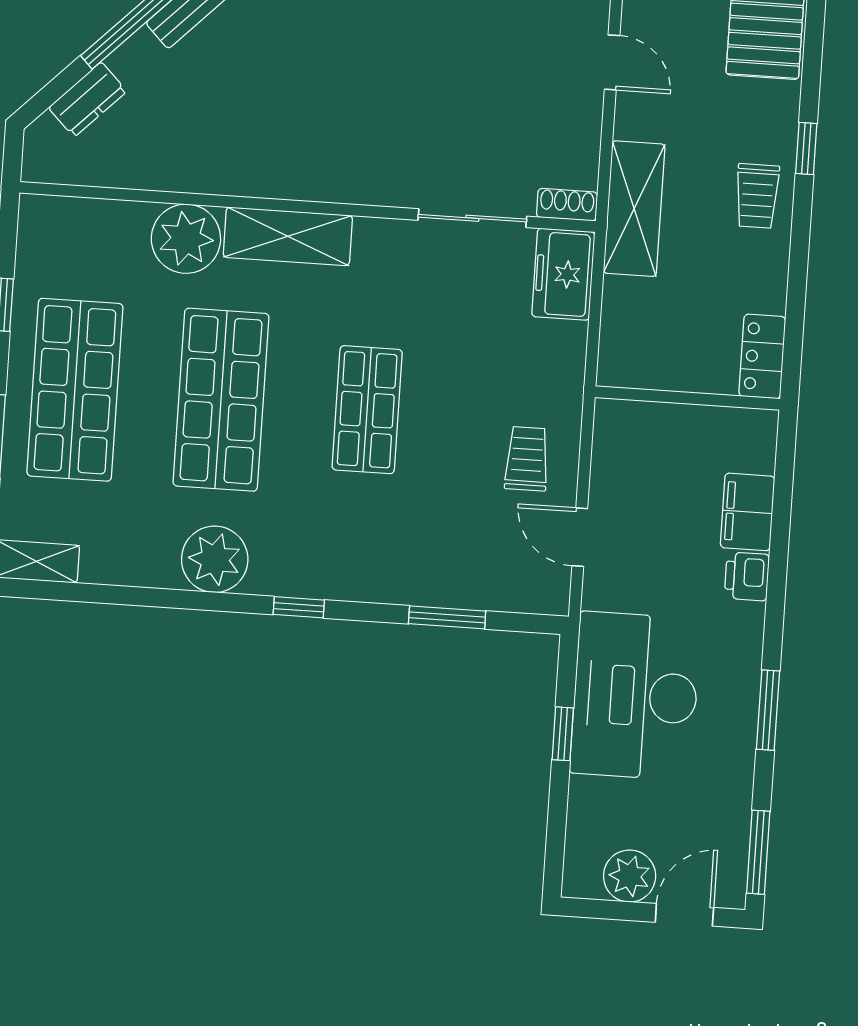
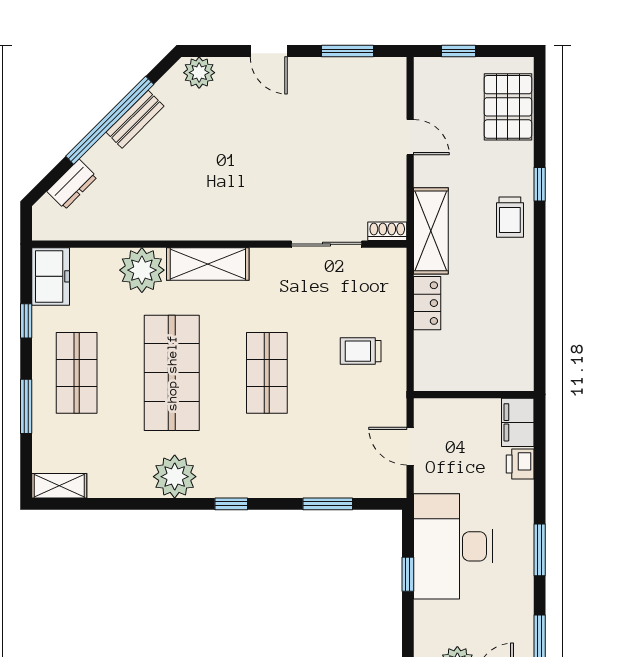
freezer: (563, 274) -> (51, 276), moved, turned 180
locker: (762, 356) -> (427, 303), moved, turned 180
shop shelf: (75, 390) -> (77, 373), width x0.70, depth x0.74
wall: (687, 398) -> (474, 395), moved
trolley: (527, 459) -> (361, 351), moved, turned -90

